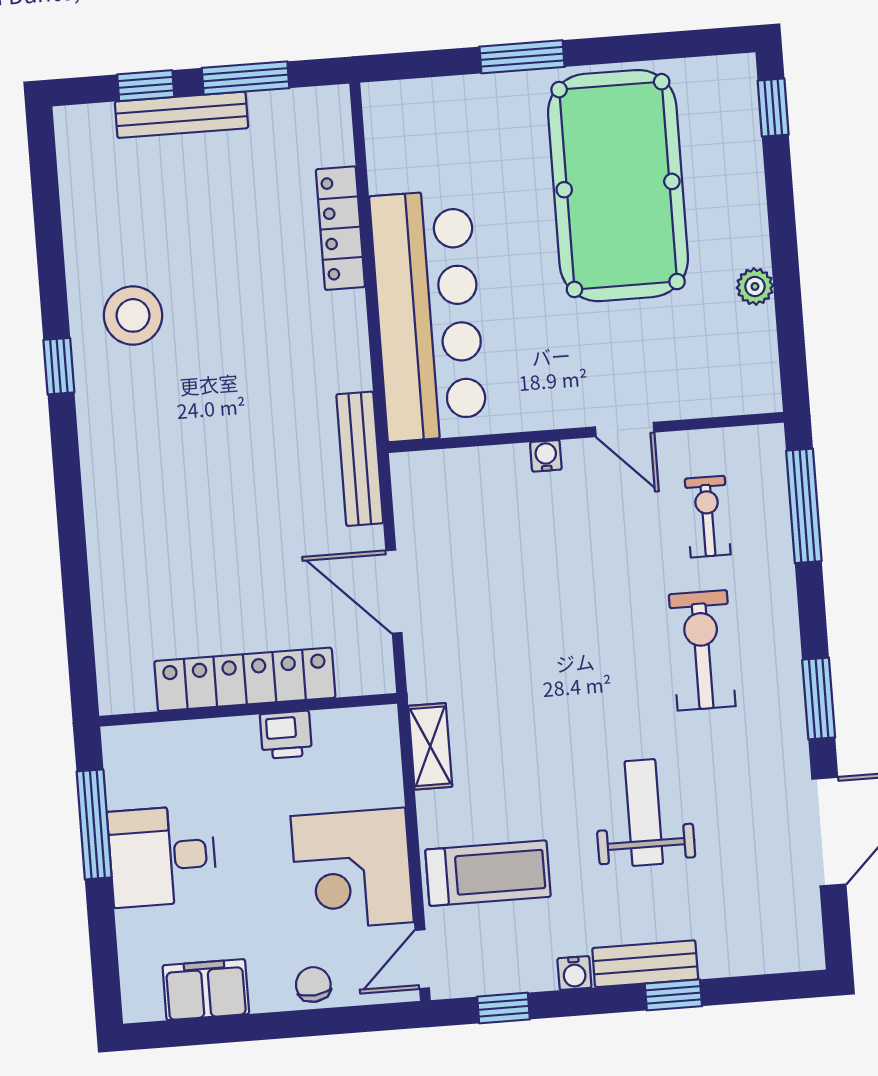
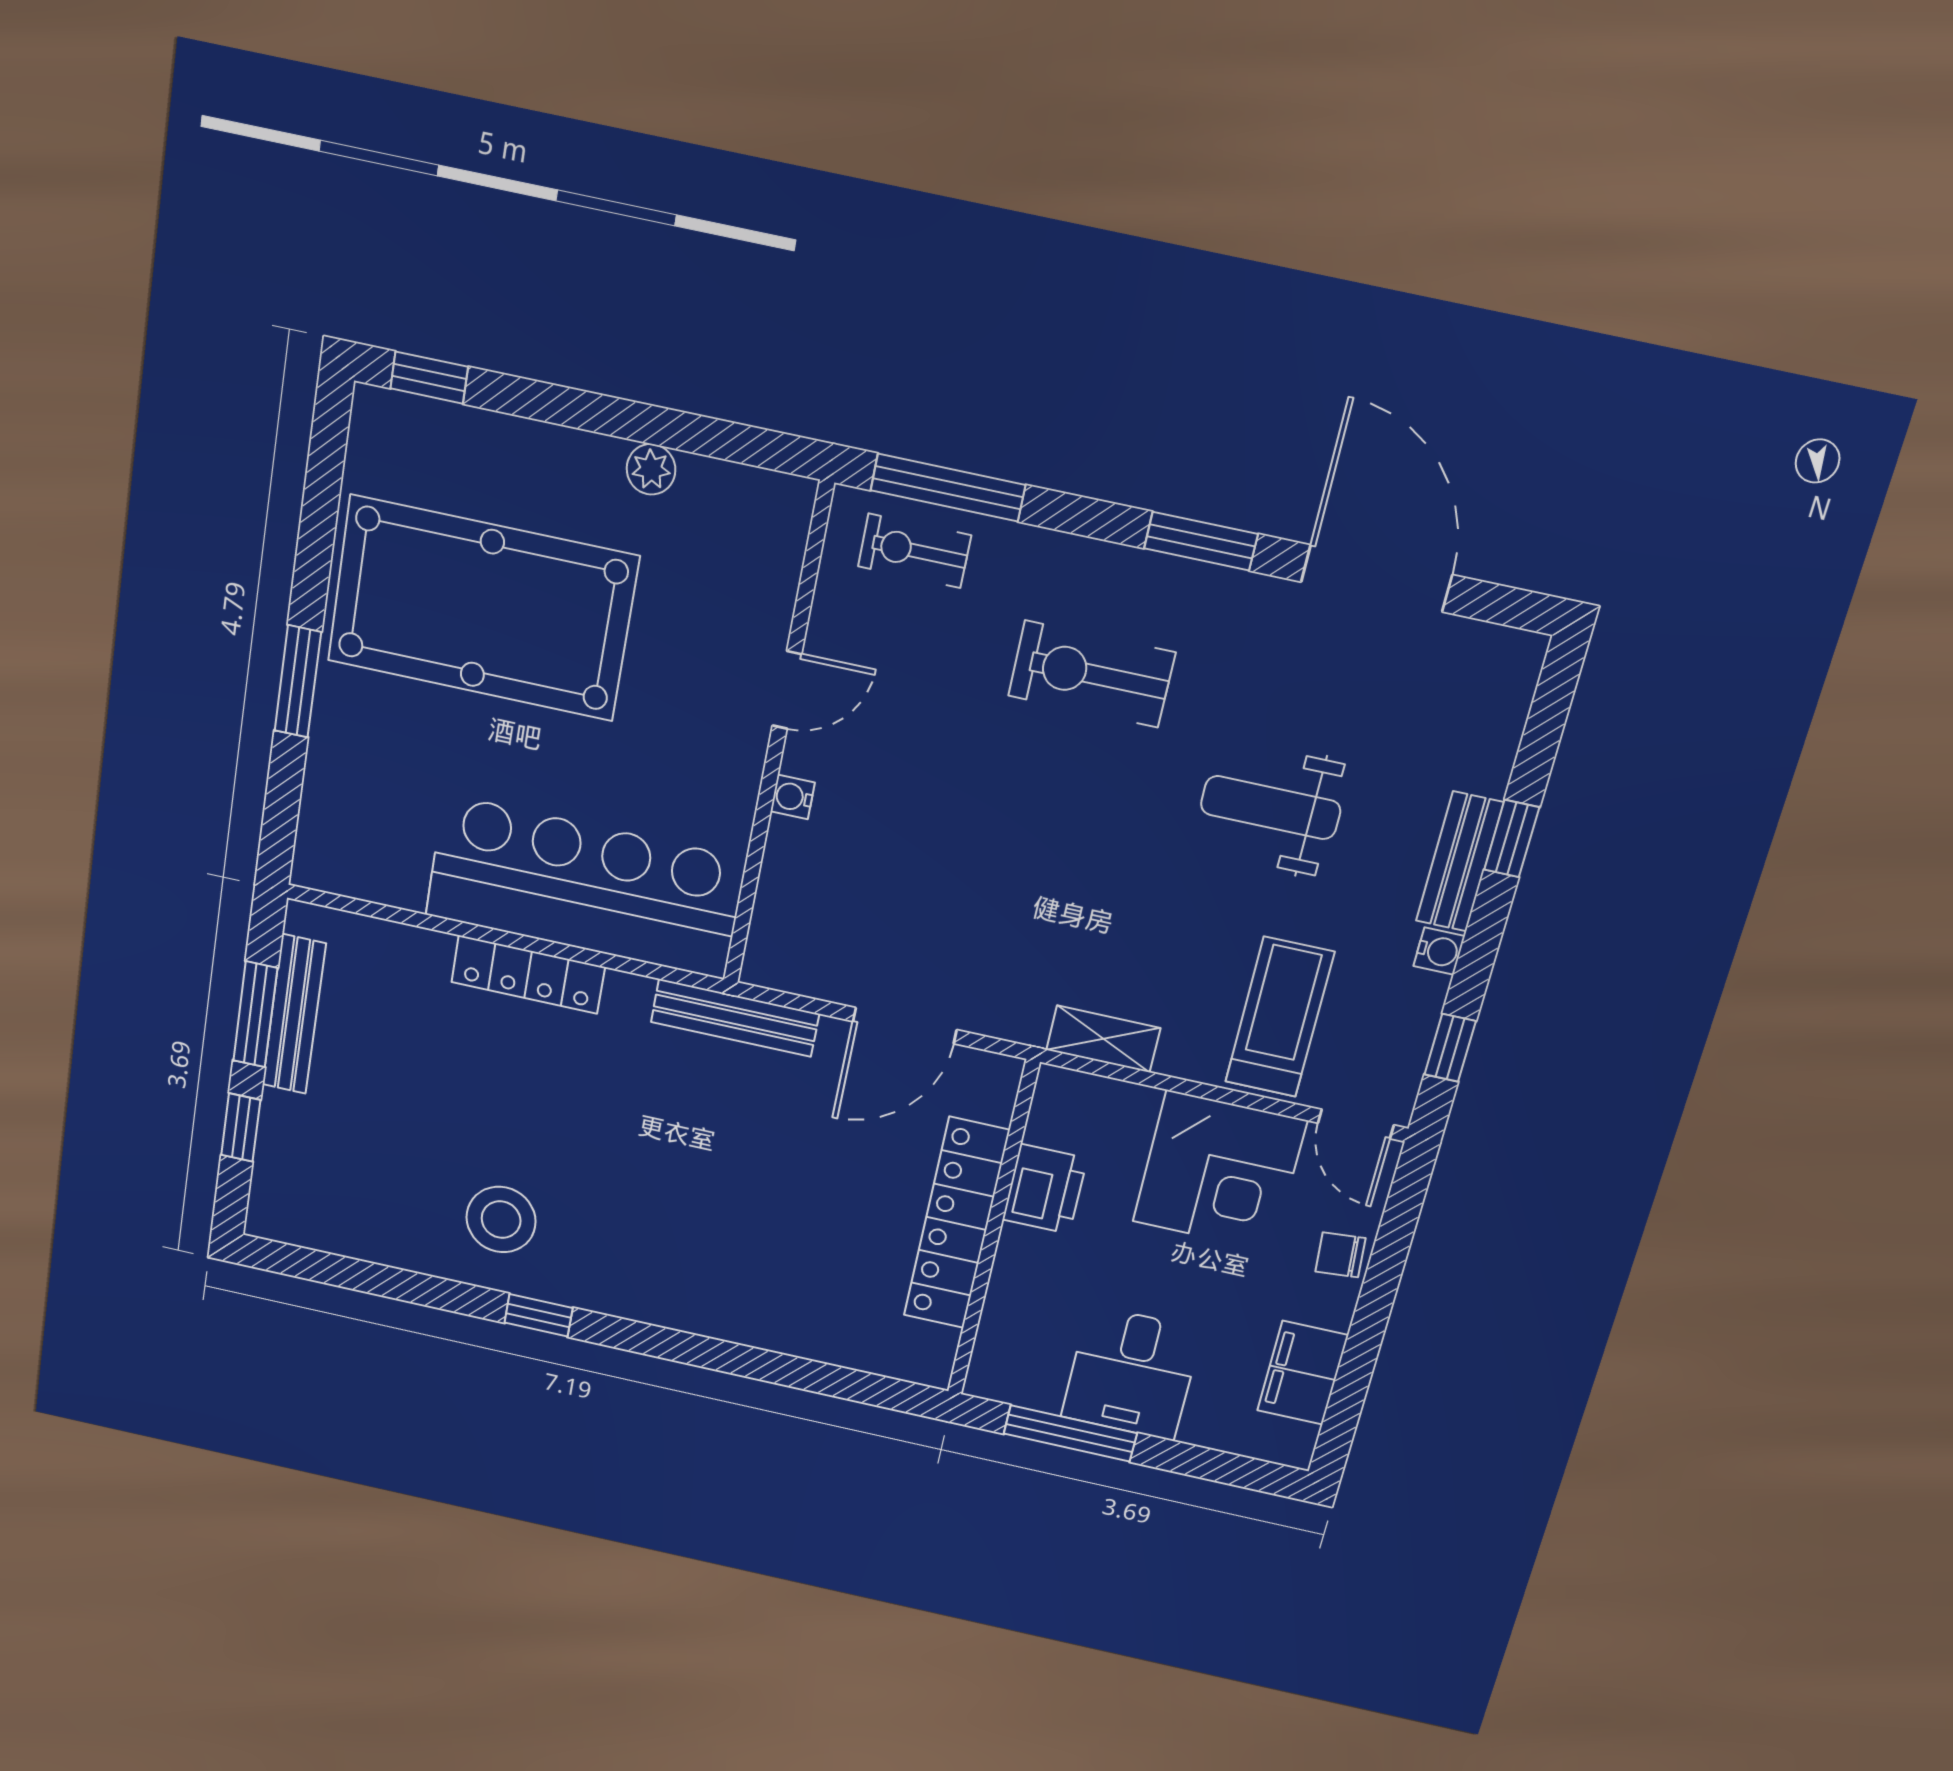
bench: (182, 115) -> (294, 1014), moved
locker: (340, 228) -> (528, 975), moved
exercise bike: (708, 517) -> (914, 551), moved
printer: (286, 735) -> (1045, 1189), width x1.36, depth x1.24

